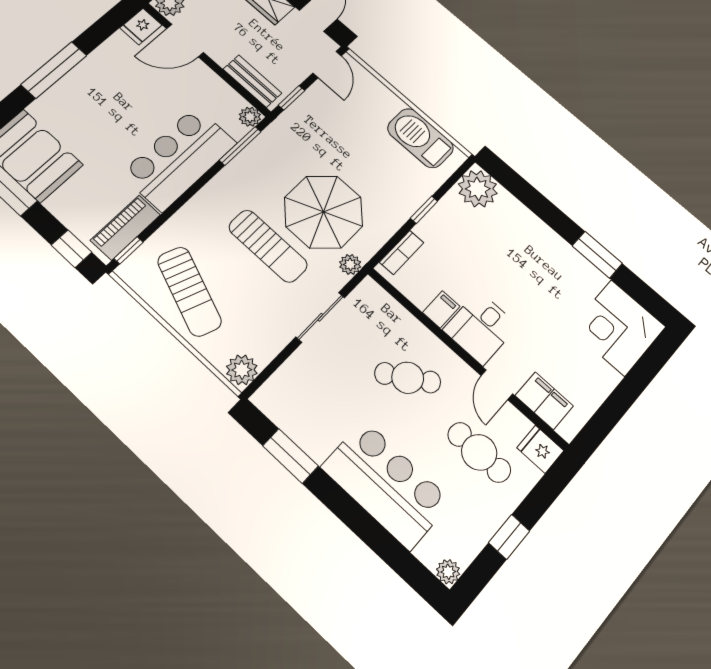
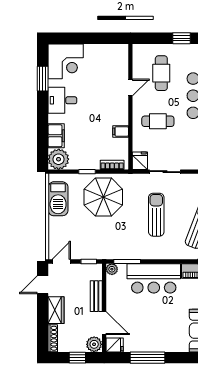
window: (54, 70) -> (147, 358), moved
bench: (252, 81) -> (96, 296), moved
parasol: (324, 212) -> (103, 197), moved
window: (597, 255) -> (43, 79), moved
plant: (350, 264) -> (135, 179), removed
desk: (481, 328) -> (62, 100), moved, turned 180
cafe table: (408, 378) -> (158, 121), turned -57
filing cabinet: (544, 401) -> (56, 136), moved, turned 180
fridge: (540, 449) -> (140, 161), moved, turned 180

